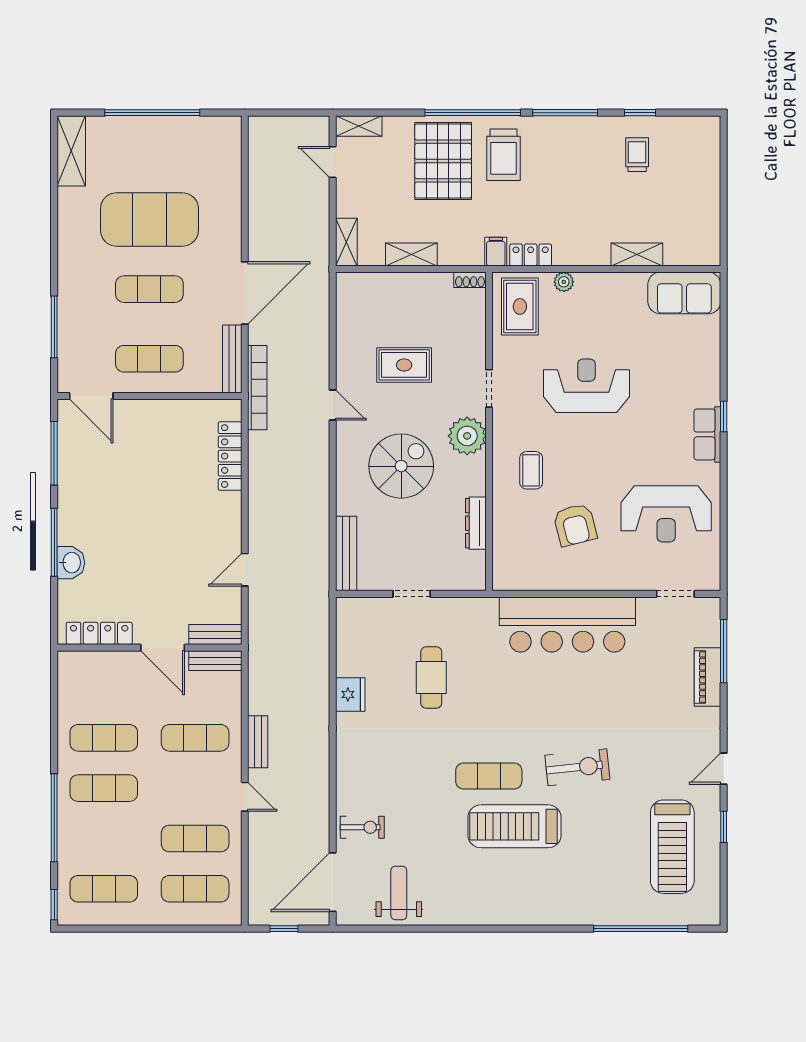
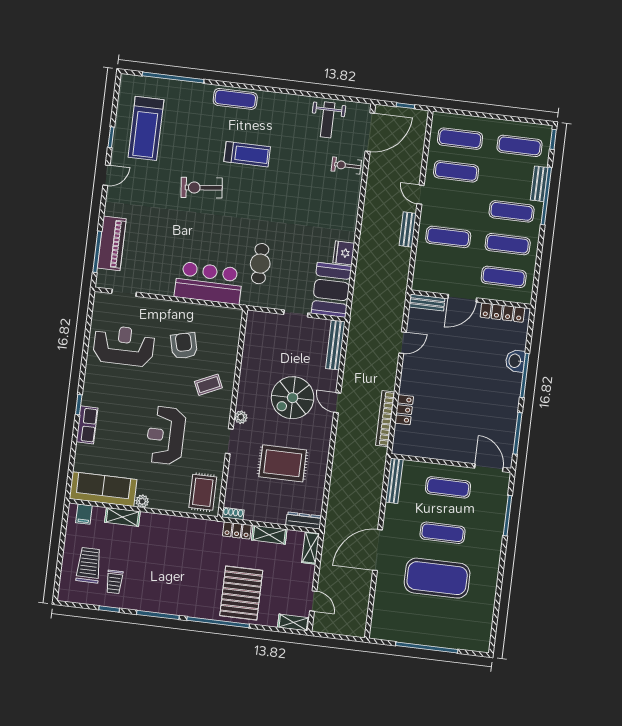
shelving: (71, 151) -> (483, 629), removed
trolley: (504, 155) -> (89, 565), moved
filing cabinet: (496, 252) -> (84, 514), moved
locker: (531, 255) -> (237, 530), moved
plant: (564, 282) -> (142, 501), moved
door: (245, 293) -> (377, 550), moved
sofa: (684, 293) -> (103, 489), width x1.36
rug: (404, 365) -> (283, 463), width x1.36, depth x1.43
reception desk: (586, 386) -> (166, 435), turned 90
bookcase: (257, 388) -> (385, 419), moved
door: (333, 405) -> (337, 403), moved
row of seats: (707, 434) -> (87, 425), moved
plant: (467, 436) -> (241, 417), width x0.53, depth x0.53
locker: (230, 456) -> (404, 410), width x0.66
coffee table: (531, 470) -> (208, 385), turned 65
dresser: (476, 523) -> (304, 521), moved, turned -90
bar counter: (567, 625) -> (209, 283), width x0.73
booth: (362, 636) -> (331, 290), added
door: (163, 648) -> (462, 298), swing flipped
bench: (215, 661) -> (539, 184), moved, turned 90
cafe table: (431, 677) -> (260, 264), moved
piano: (708, 677) -> (112, 243), width x1.37, depth x1.33
exercise mat: (104, 687) -> (504, 277), added
exercise mat: (489, 776) -> (235, 99), moved
treadmill: (514, 826) -> (247, 154), width x0.73, depth x0.73
treadmill: (672, 847) -> (146, 128), turned 180

